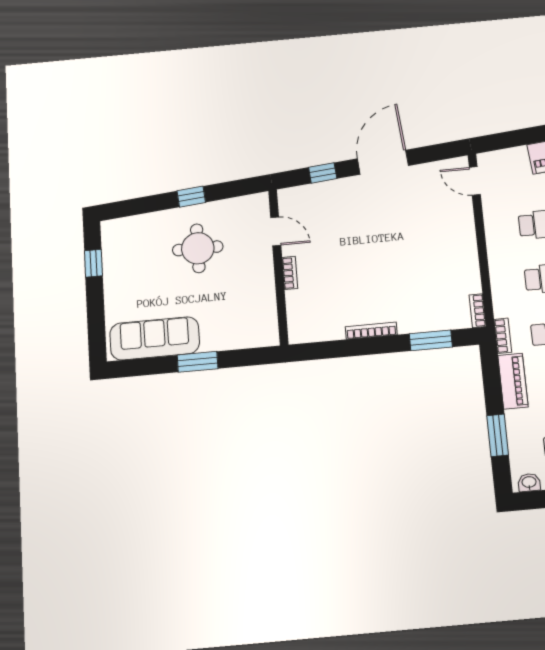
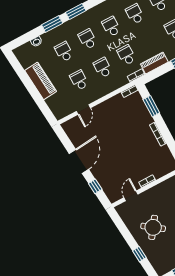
door: (383, 162) -> (79, 161), swing flipped
door: (475, 181) -> (83, 110), moved
window: (191, 197) -> (139, 254), moved
round table: (198, 248) -> (153, 227), turned 36

